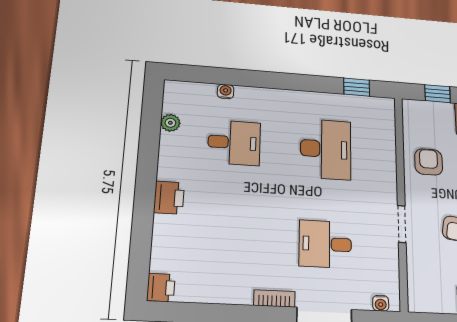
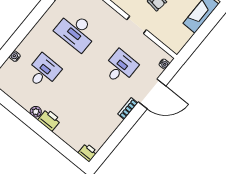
plant: (170, 123) -> (36, 112), moved
desk: (326, 149) -> (76, 31), turned 180
desk: (325, 244) -> (120, 67), turned 180

